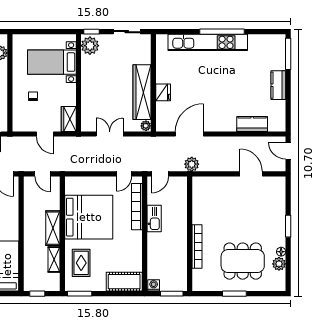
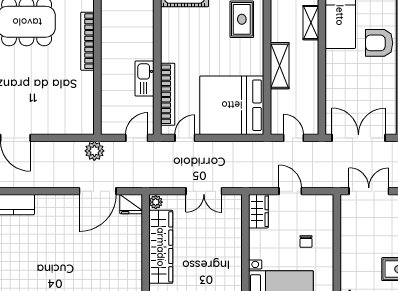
fridge: (163, 92) -> (131, 204), moved, turned -90
bed: (89, 217) -> (232, 105), moved
shelving: (54, 259) -> (311, 23), moved

